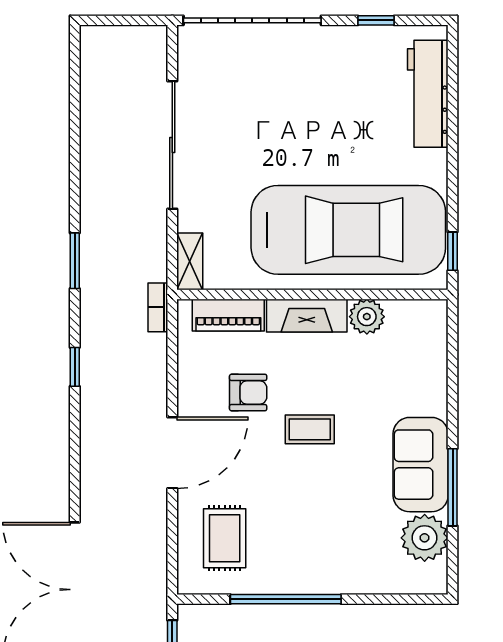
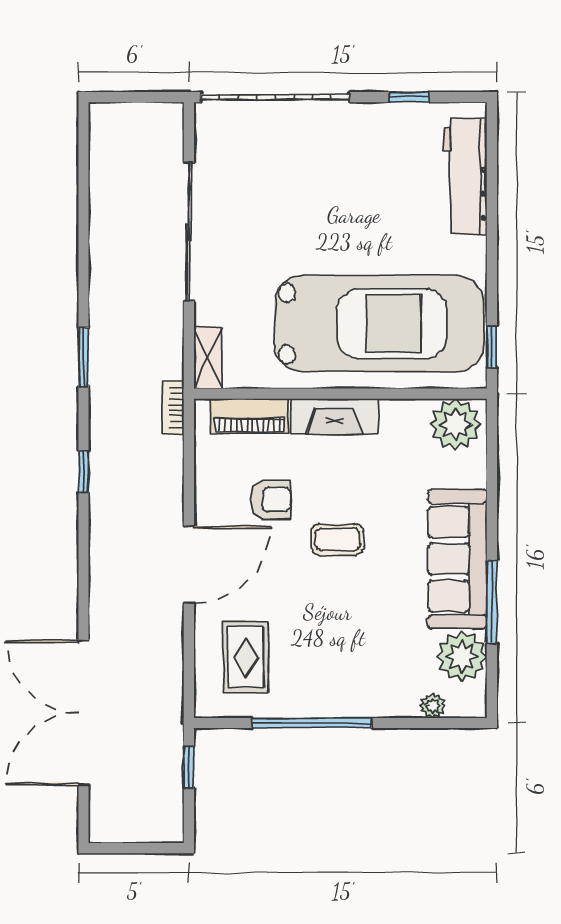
plant: (367, 317) -> (455, 424), moved, width x1.36, depth x1.36
sofa: (421, 465) -> (457, 559), width x1.36
plant: (398, 583) -> (433, 706), added

